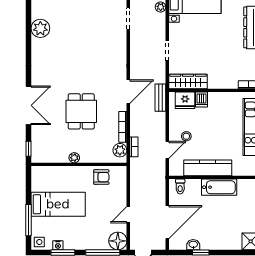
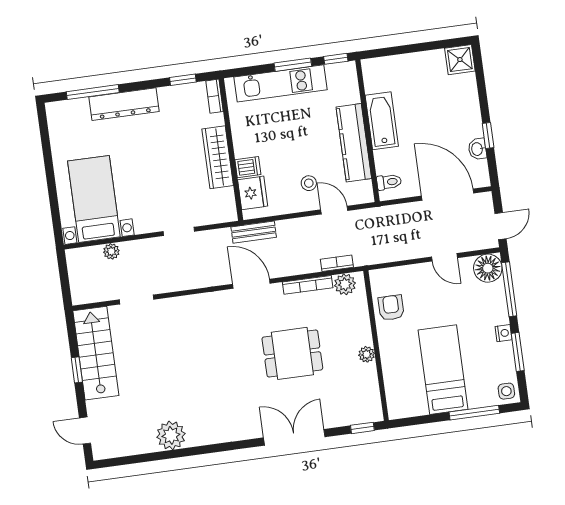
wardrobe: (188, 81) -> (218, 157), moved
nightstand: (58, 245) -> (504, 333), moved

